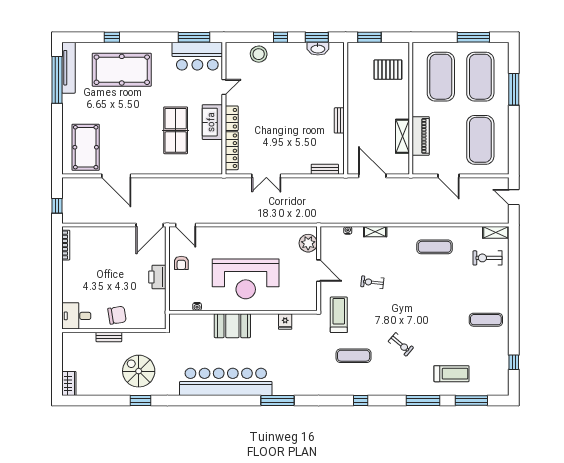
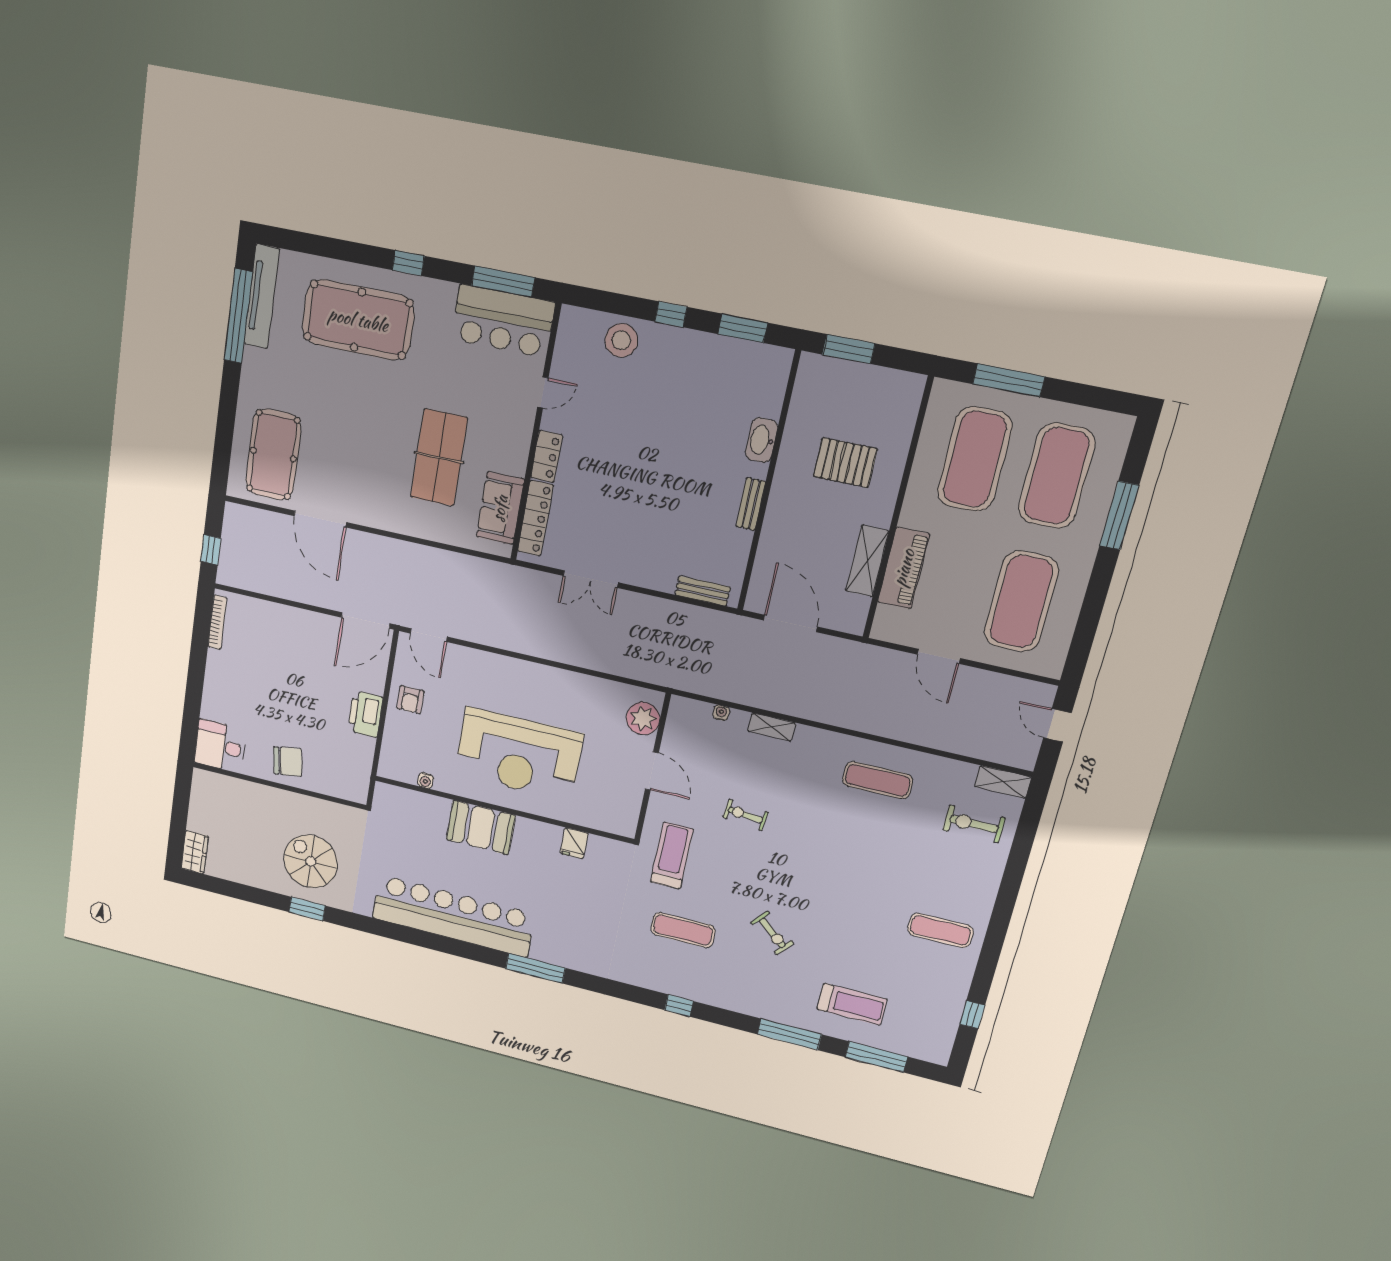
window: (112, 37) -> (408, 263), moved
window: (473, 37) -> (1009, 380), moved
washbasin: (318, 49) -> (762, 440), moved, turned 90
pallet: (388, 70) -> (845, 463), moved
sofa: (212, 122) -> (500, 508), moved
bench: (109, 337) -> (269, 794), removed

